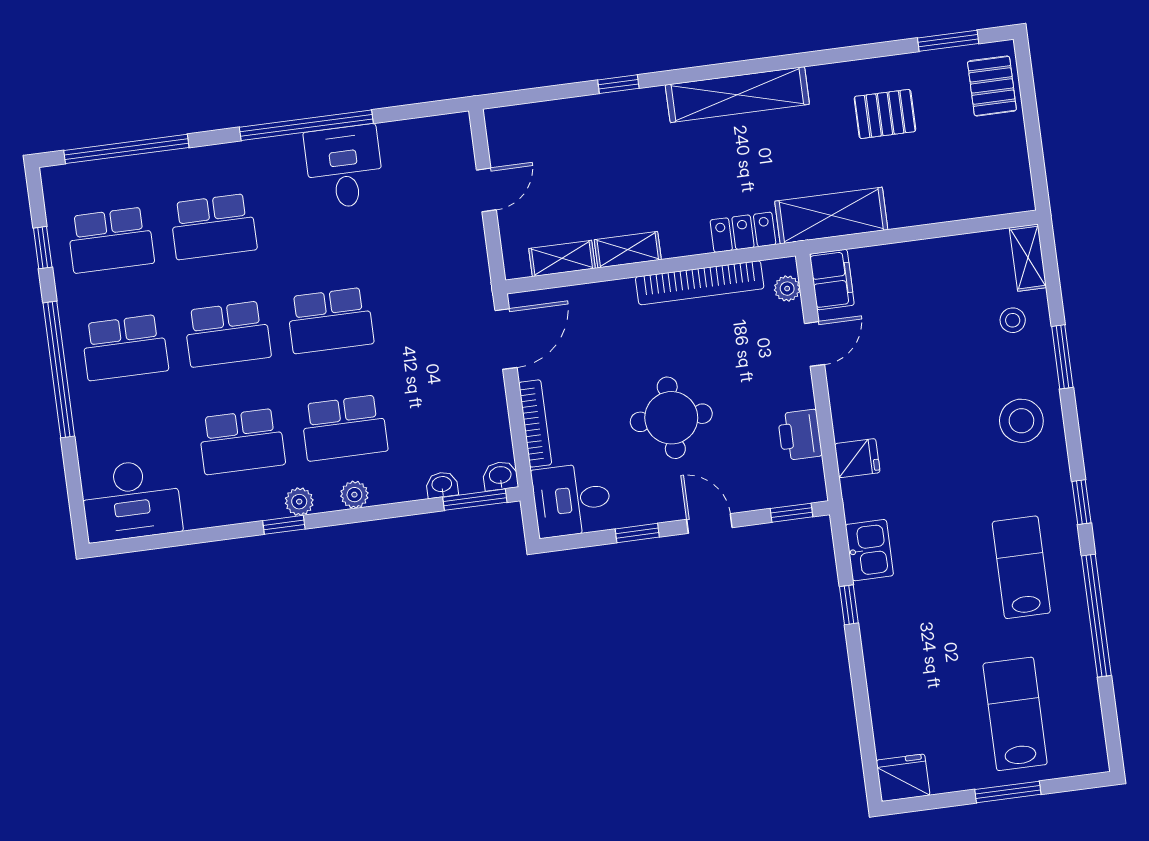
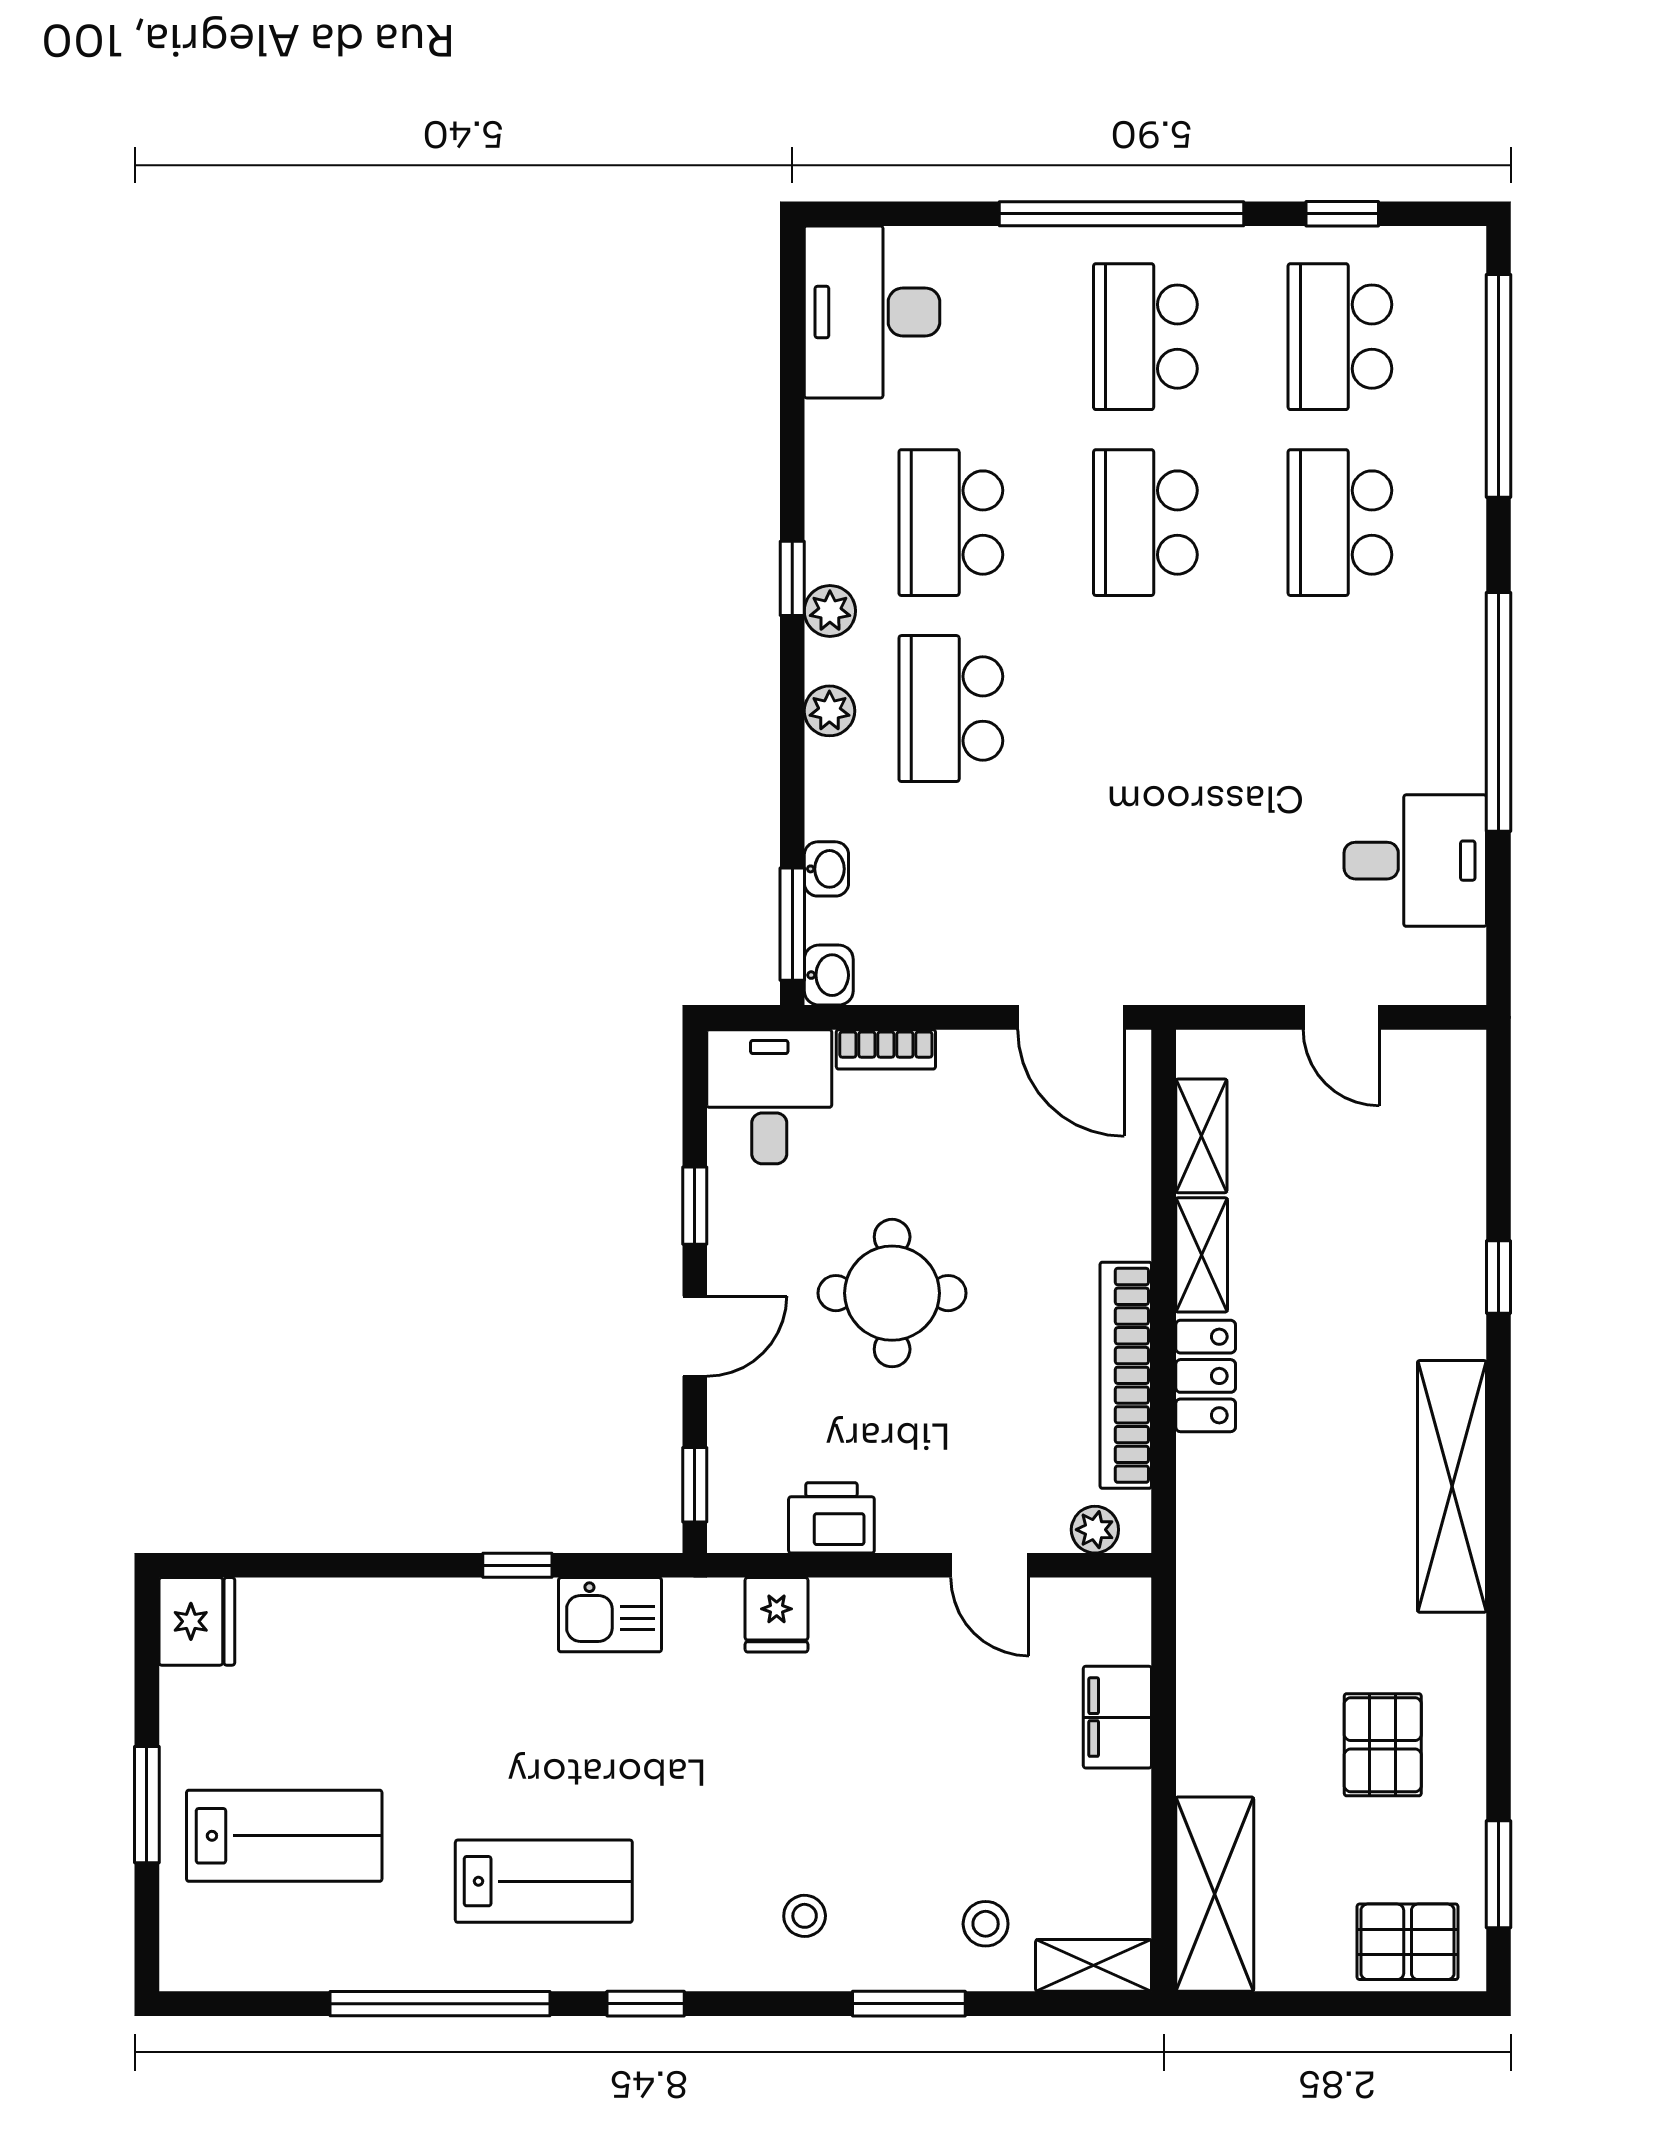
desk: (344, 167) -> (1415, 861), moved
shelving: (831, 215) -> (1215, 1894), moved
locker: (743, 232) -> (1206, 1376), moved
filing cabinet: (832, 280) -> (1117, 1717), moved, turned 90
school desk: (330, 320) -> (1145, 709), removed
stool: (1021, 421) -> (805, 1916), width x0.53, depth x0.53
bookcase: (535, 423) -> (886, 1049), width x0.64

